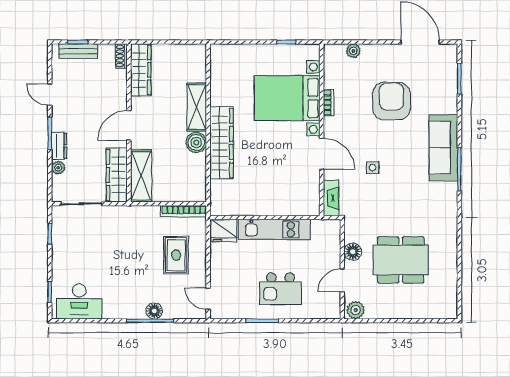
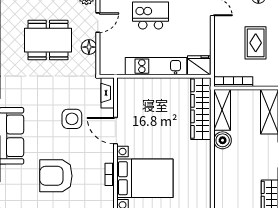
armchair: (391, 101) -> (56, 176), turned 90
shelving: (197, 107) -> (222, 110), moved
wardrobe: (222, 143) -> (201, 109), moved
side table: (373, 168) -> (72, 119), width x1.87, depth x1.87
rug: (176, 255) -> (256, 43), moved

